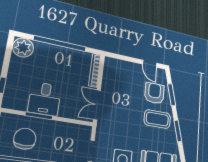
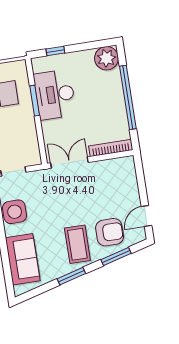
desk: (45, 99) -> (55, 94), width x1.37

